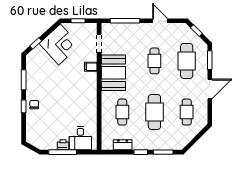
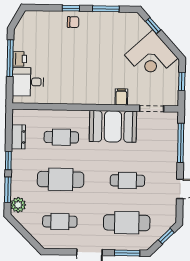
plant: (174, 144) -> (18, 205), added

